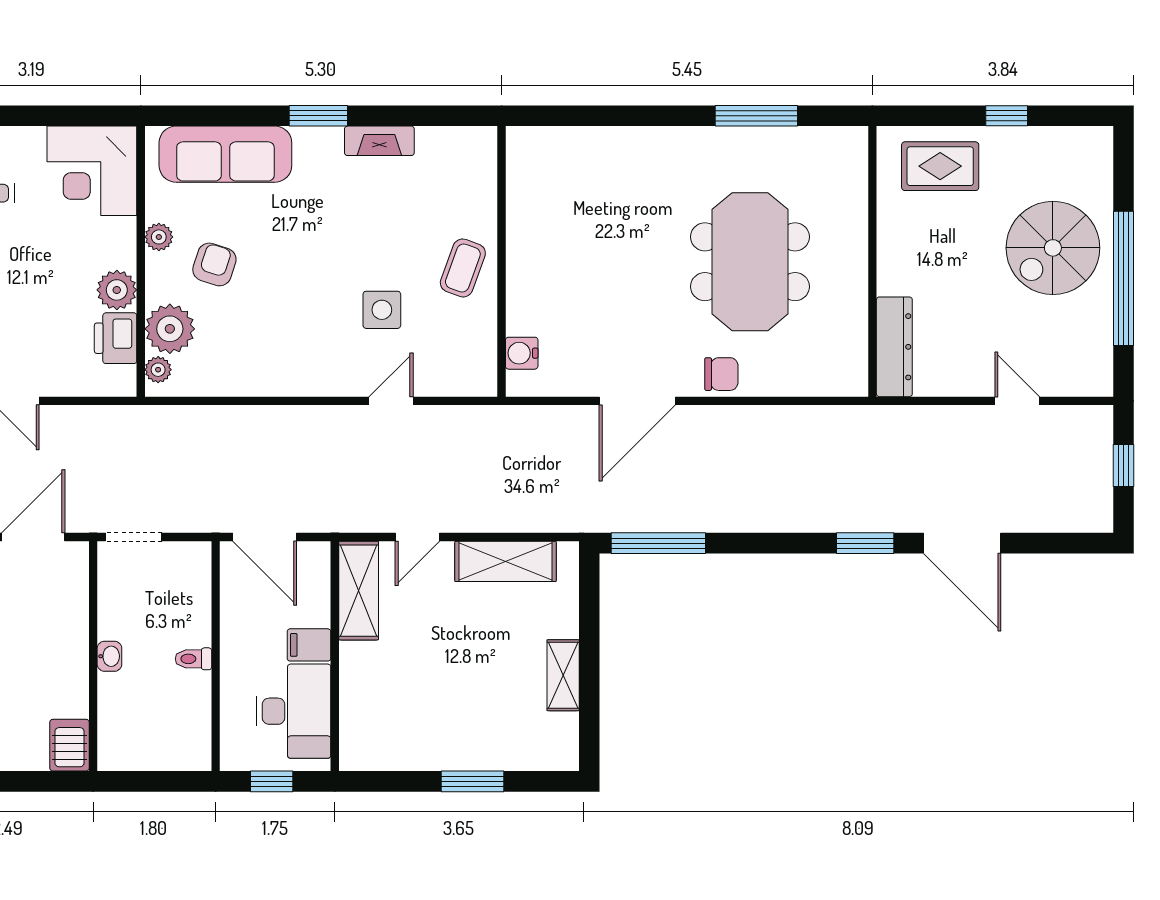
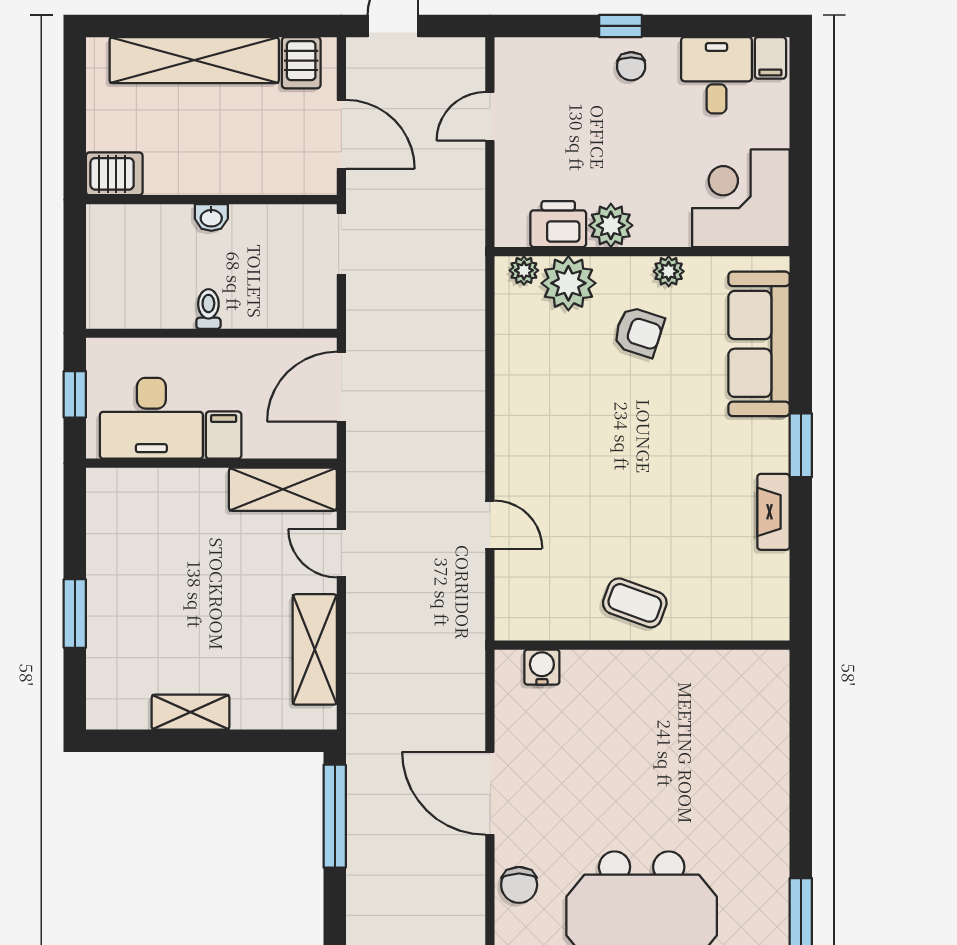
side table: (382, 310) -> (589, 515), removed

